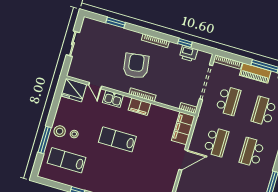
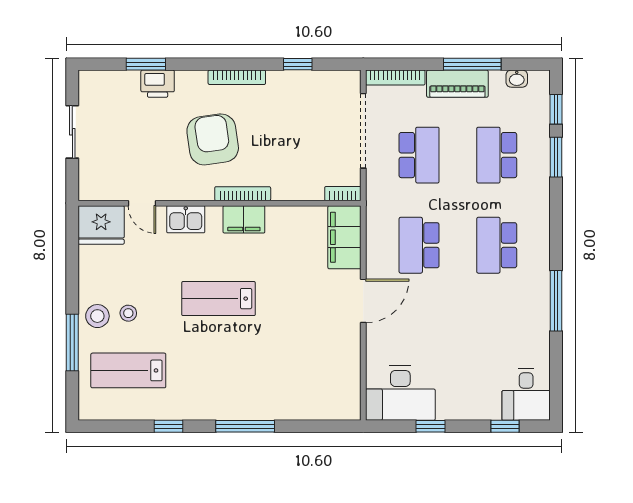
printer: (188, 54) -> (158, 84), moved
school desk: (216, 142) -> (419, 245), turned 180

